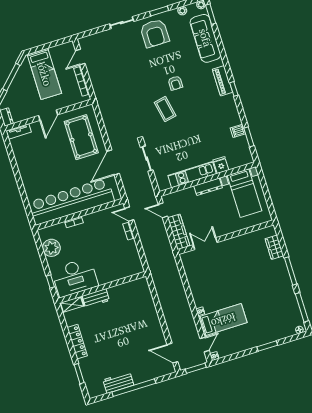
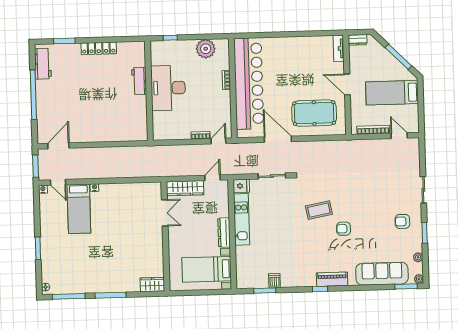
armchair: (155, 33) -> (402, 221), width x0.53, depth x0.53
fridge: (221, 165) -> (241, 186), moved
wardrobe: (274, 247) -> (152, 285), moved
desk: (75, 277) -> (168, 88), moved
shelving: (72, 304) -> (140, 54), removed
workbench: (118, 382) -> (43, 64), moved

